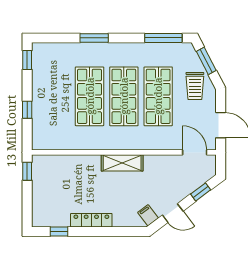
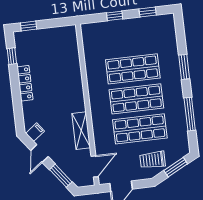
window: (163, 38) -> (190, 114), moved
window: (27, 60) -> (148, 12), moved
shelving: (122, 163) -> (81, 131), moved
window: (27, 171) -> (29, 26), moved
window: (201, 192) -> (61, 176), width x1.50

